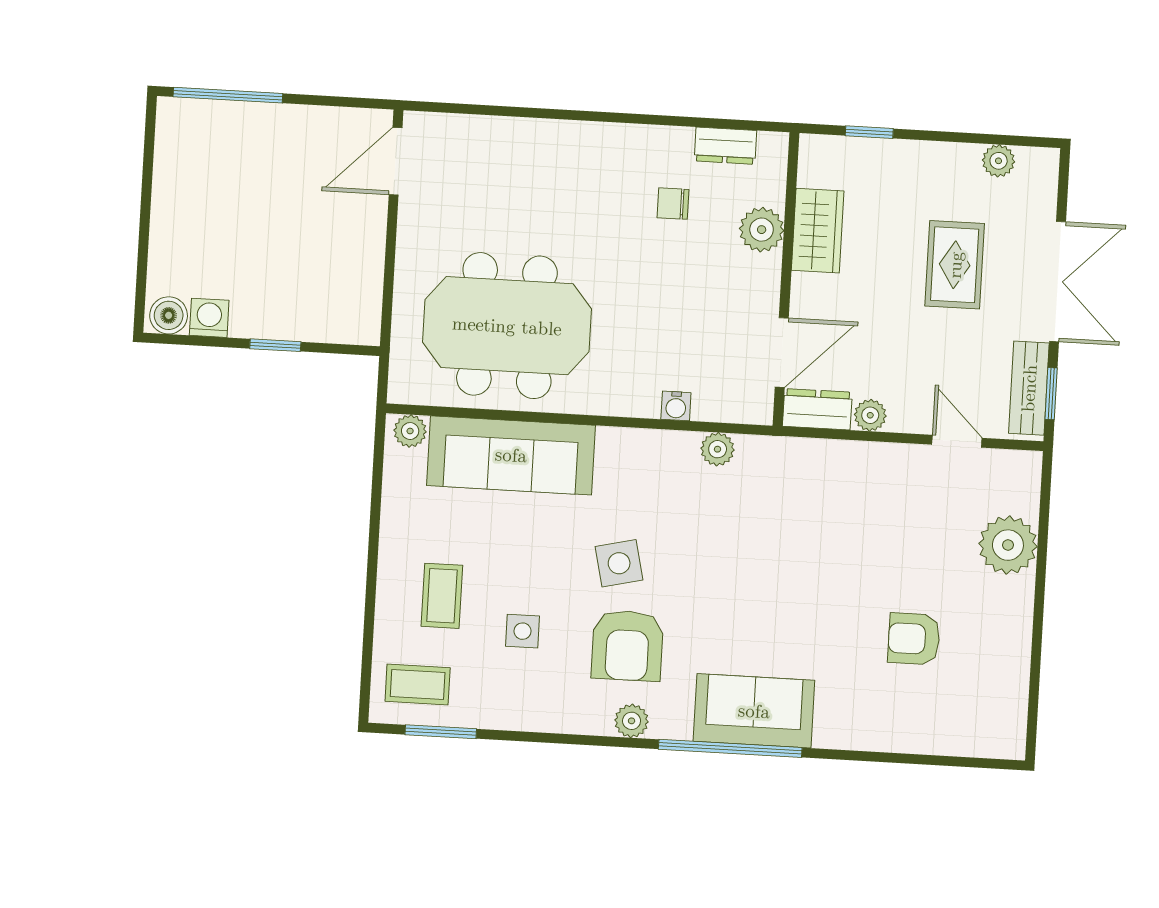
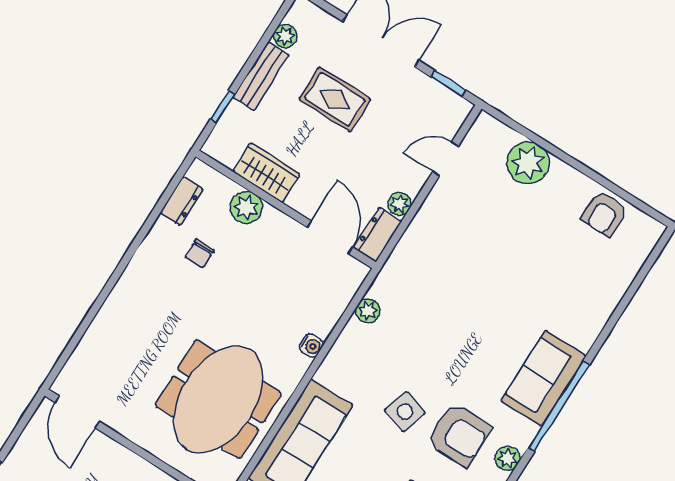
bench: (1029, 388) -> (261, 76), moved, turned 90
water cooler: (676, 406) -> (311, 346), moved
side table: (619, 563) -> (405, 412), turned 30
armchair: (914, 639) -> (605, 214), moved

